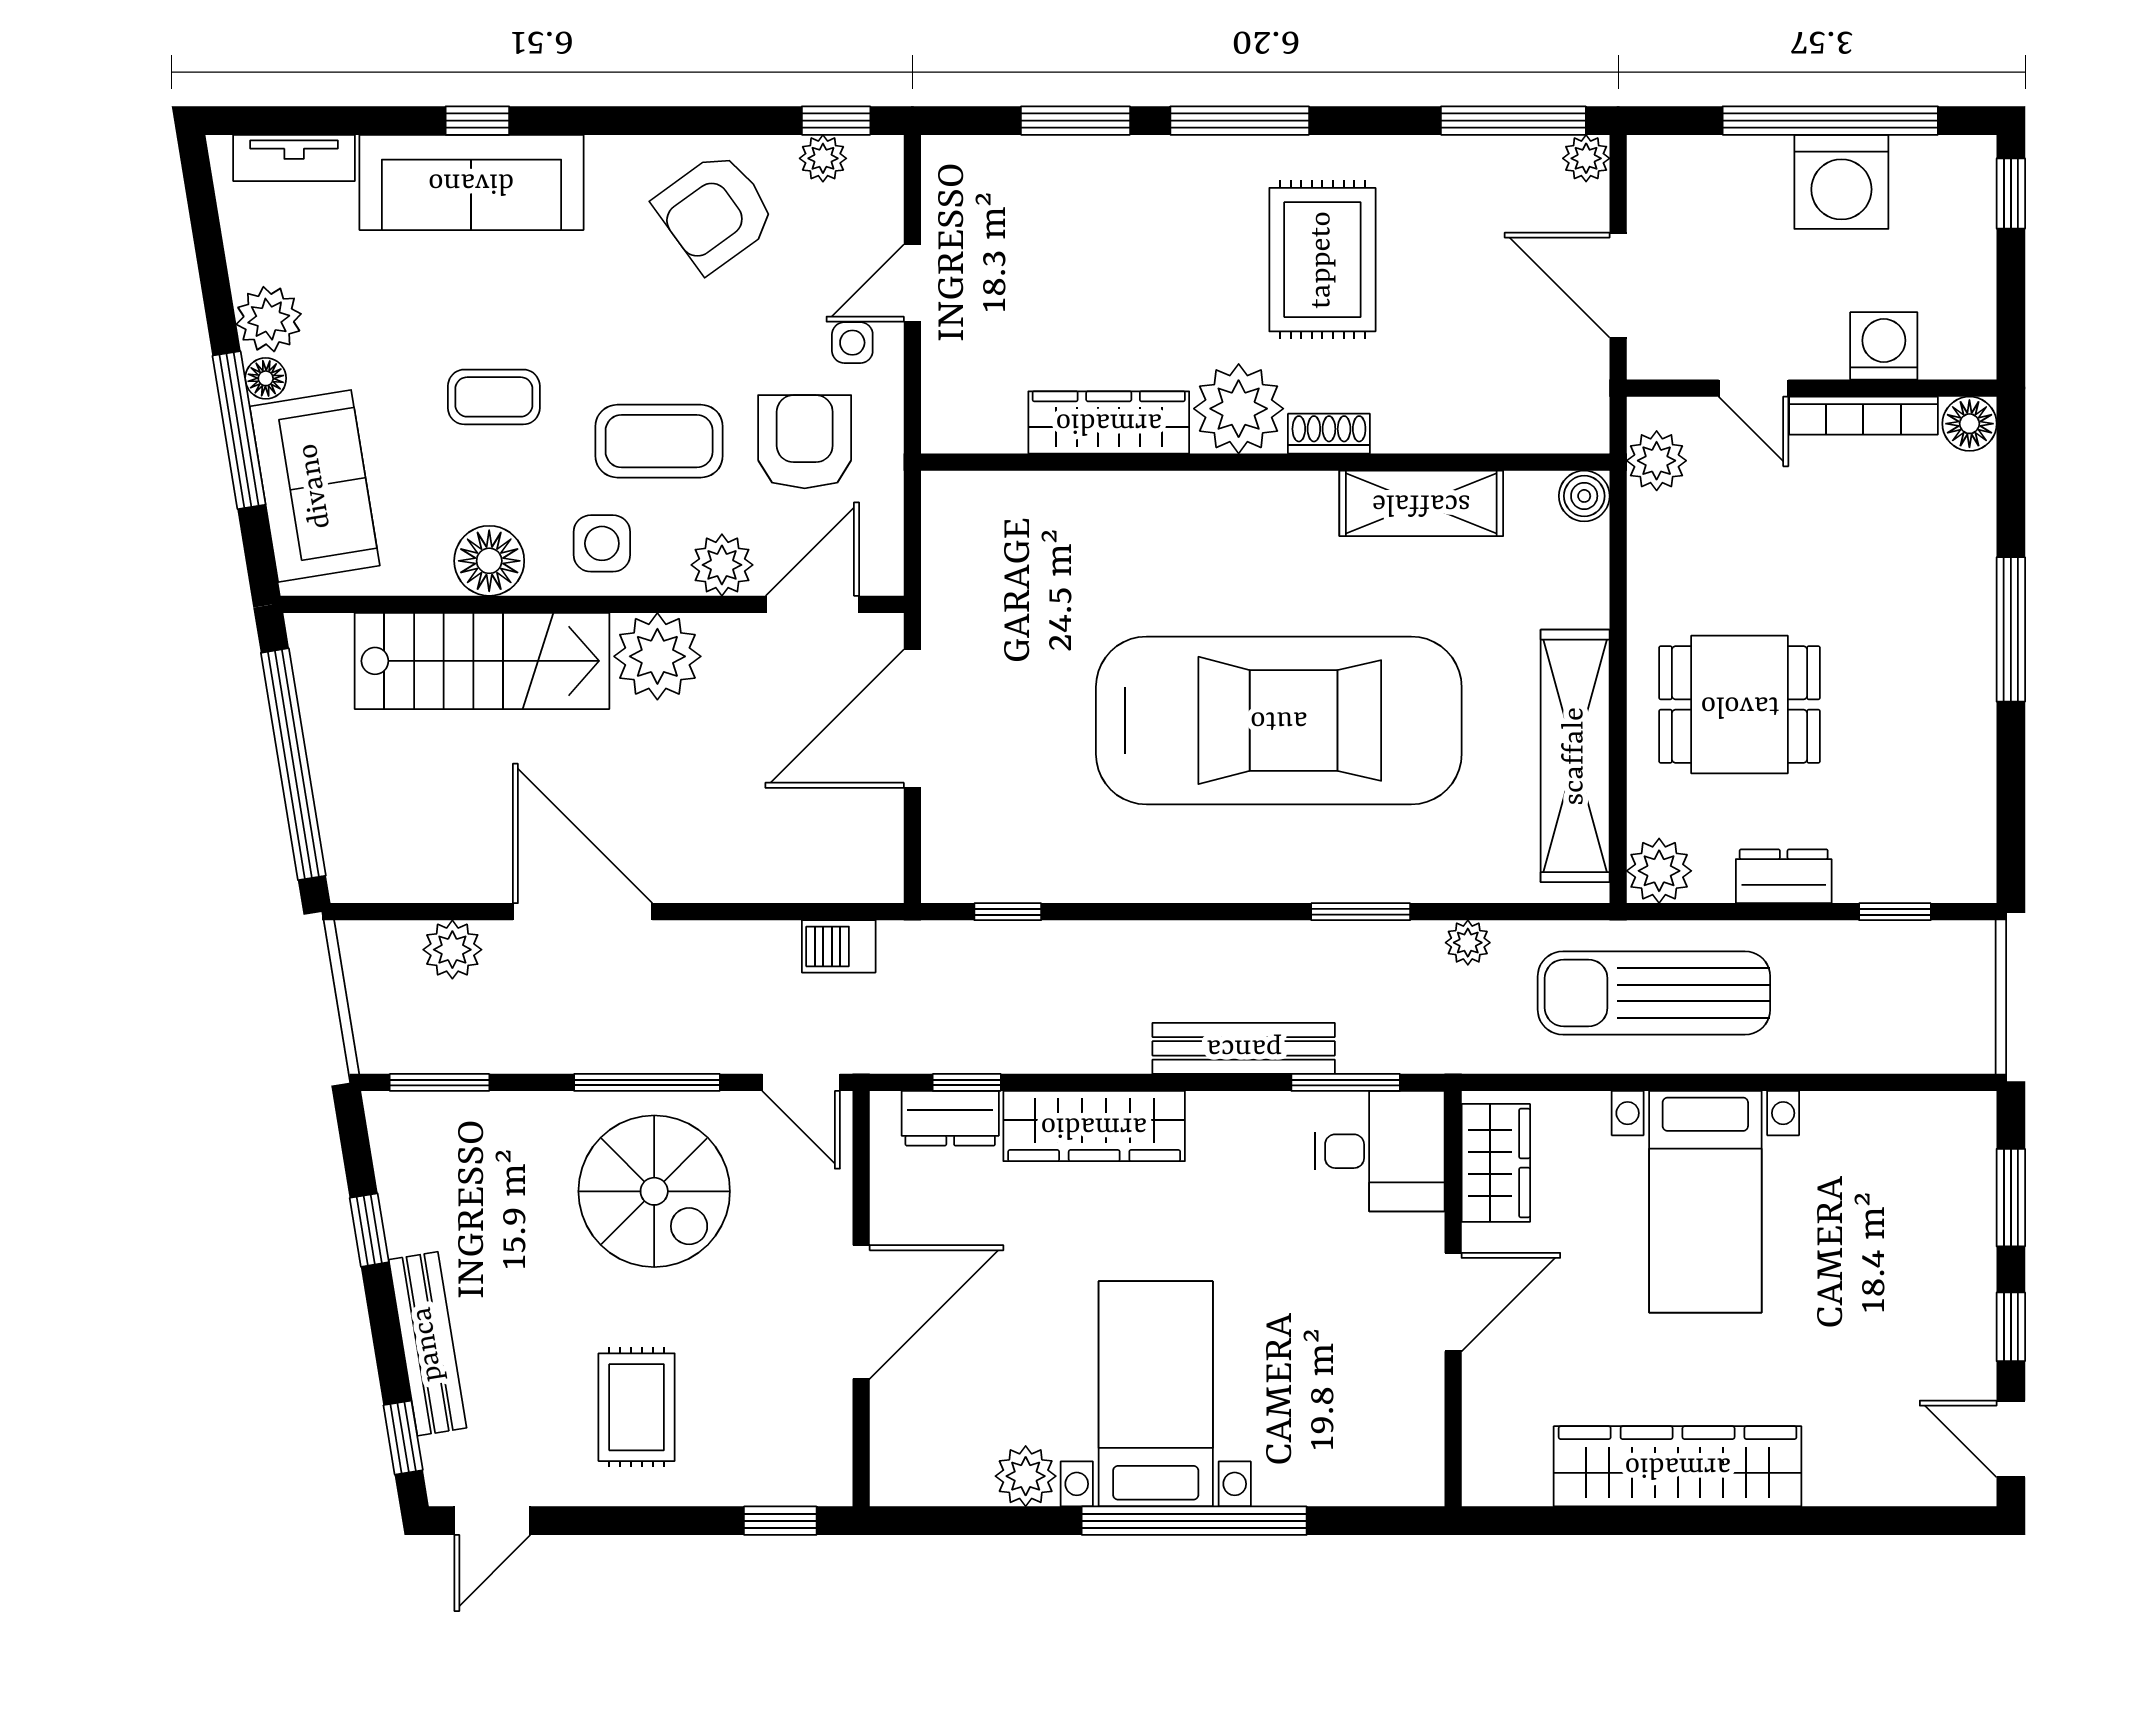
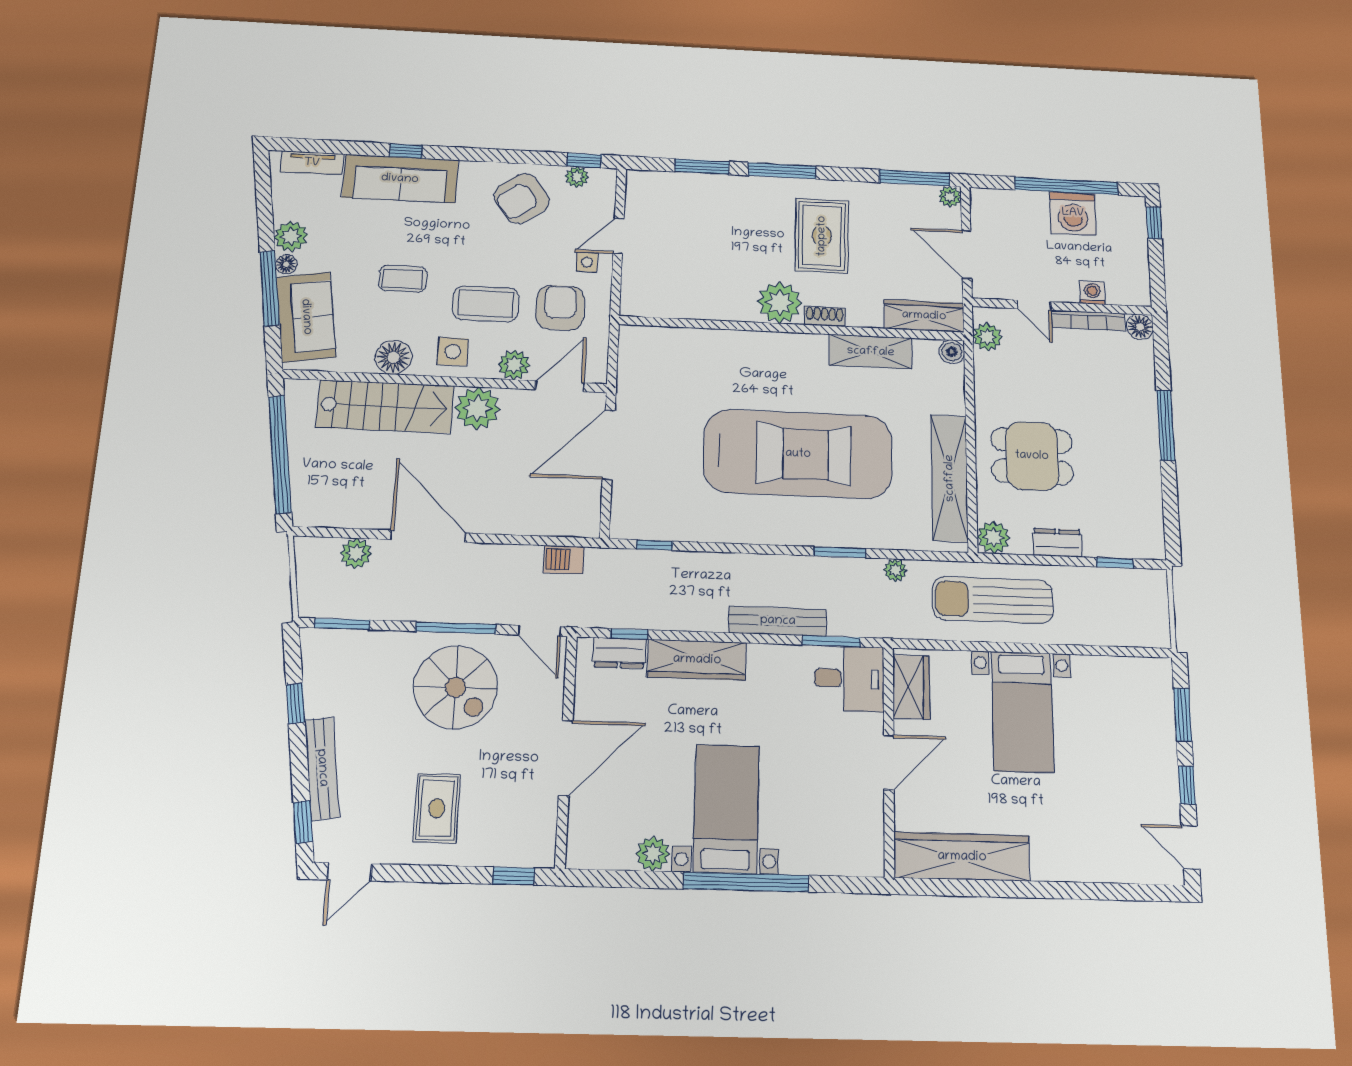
washing machine: (1884, 346) -> (1092, 293), width x0.73, depth x0.73
wardrobe: (1109, 422) -> (924, 316), moved
wardrobe: (1678, 1466) -> (962, 857), moved

